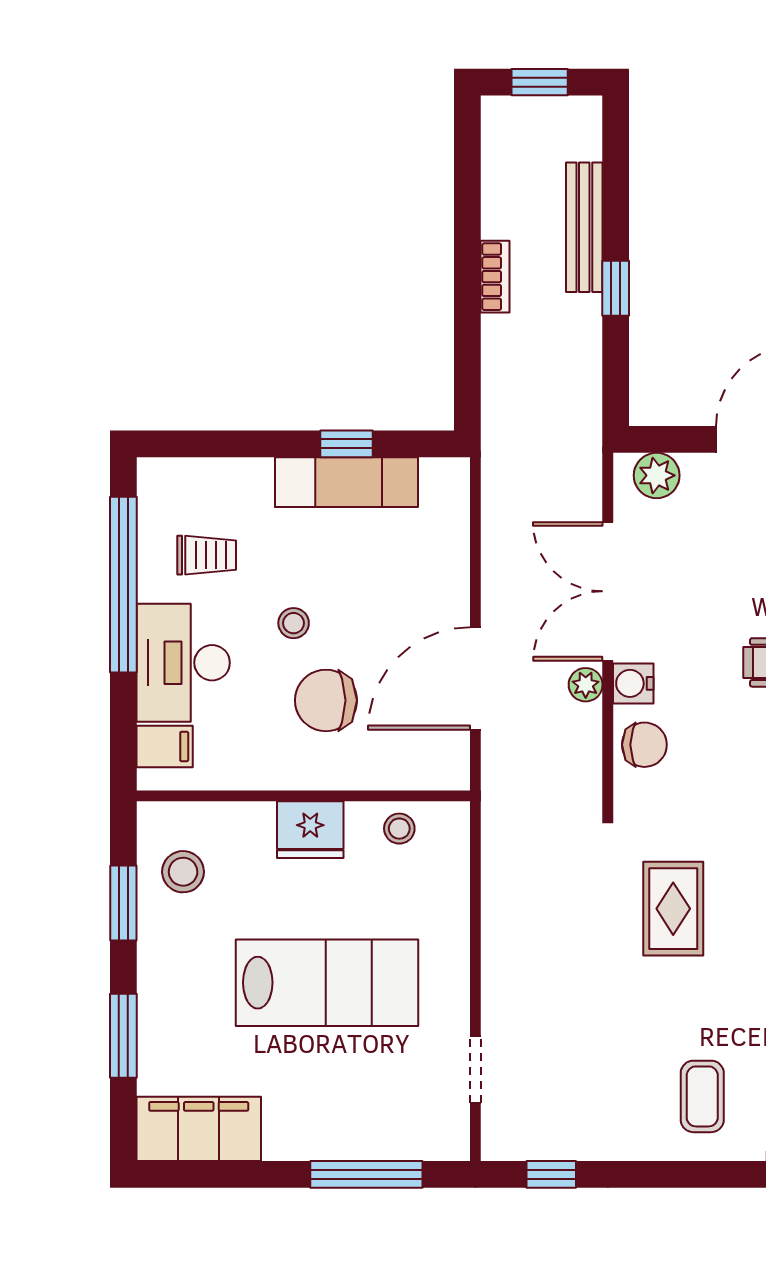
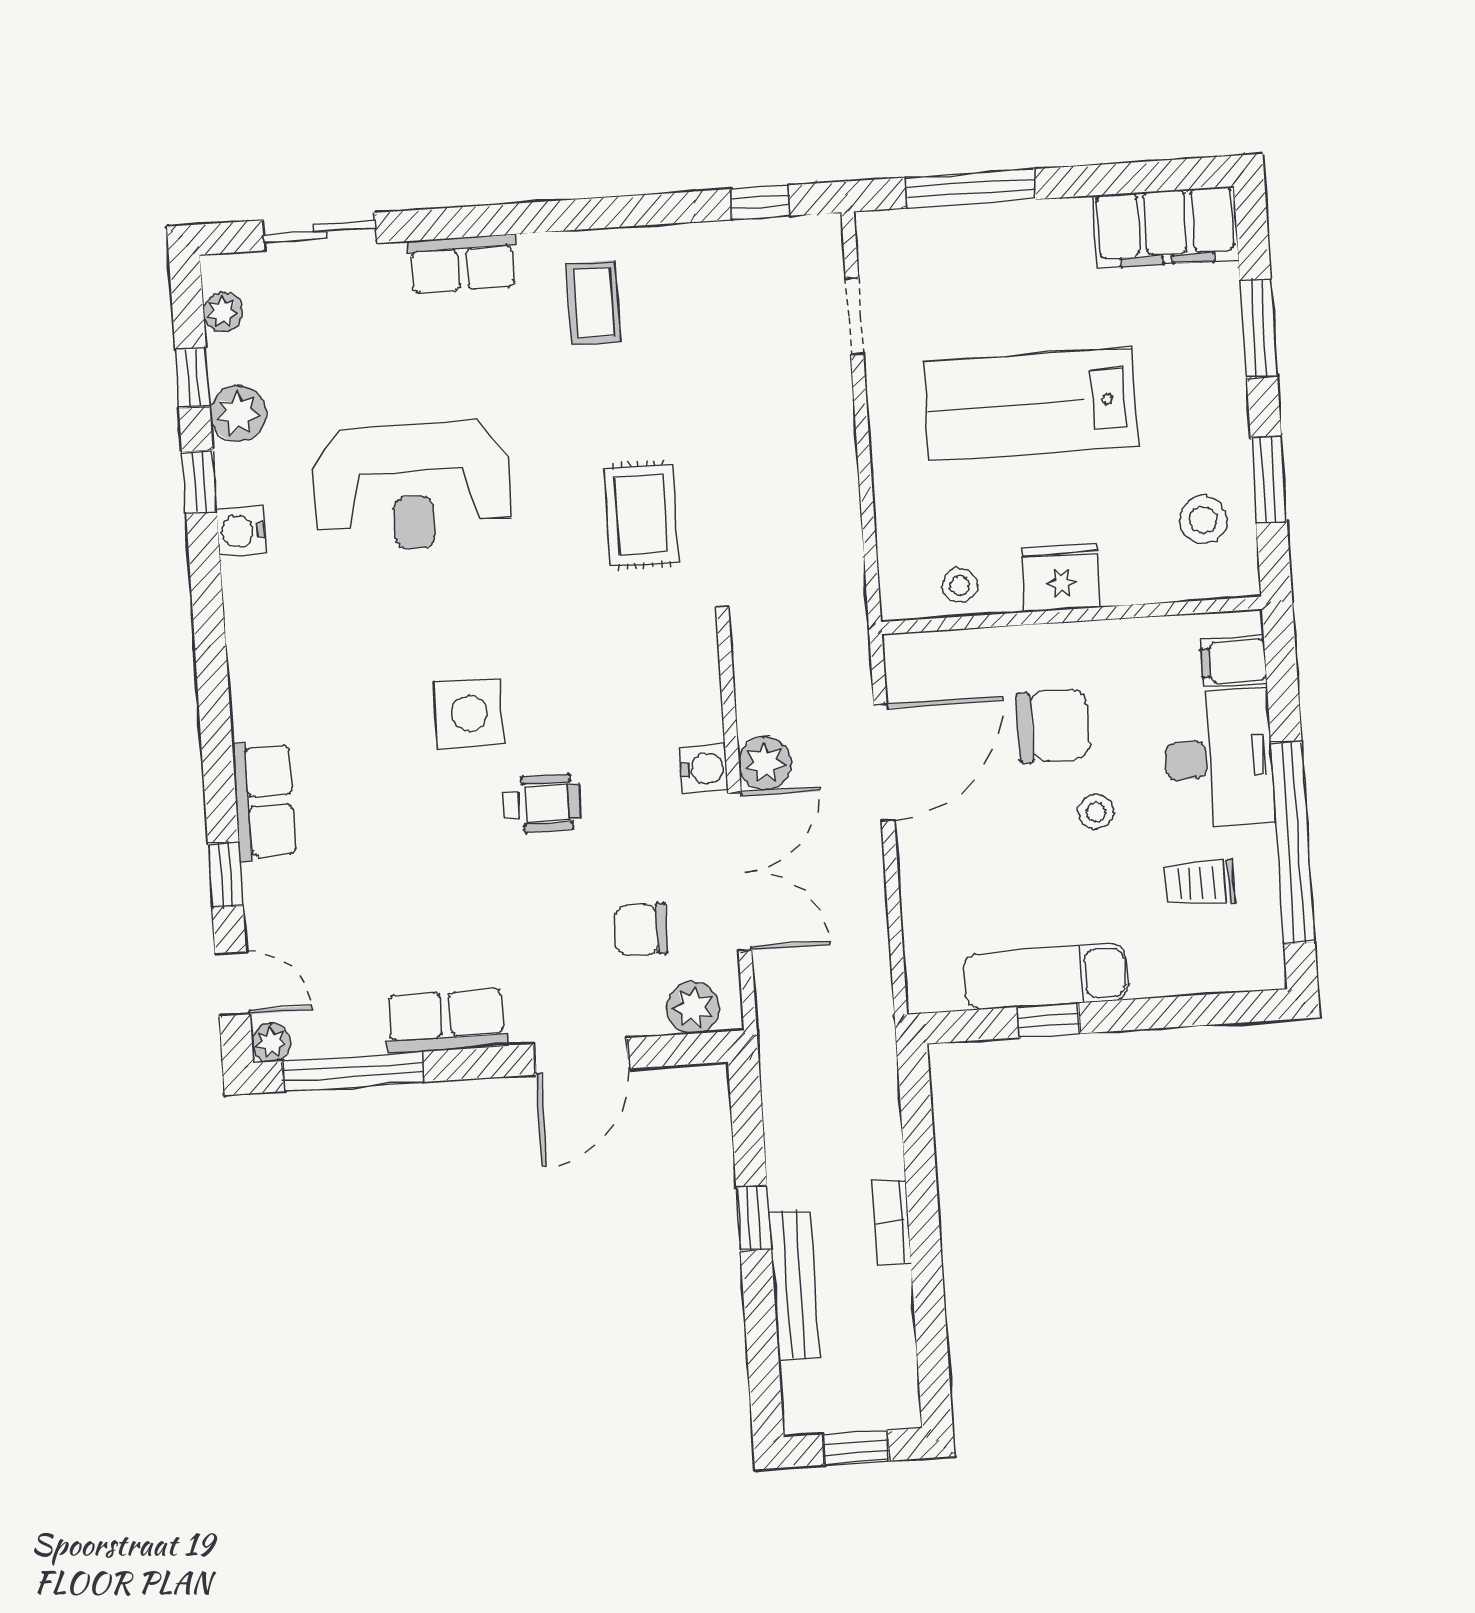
plant: (586, 685) -> (765, 763), width x1.38, depth x1.38
chair: (644, 745) -> (641, 930), moved

